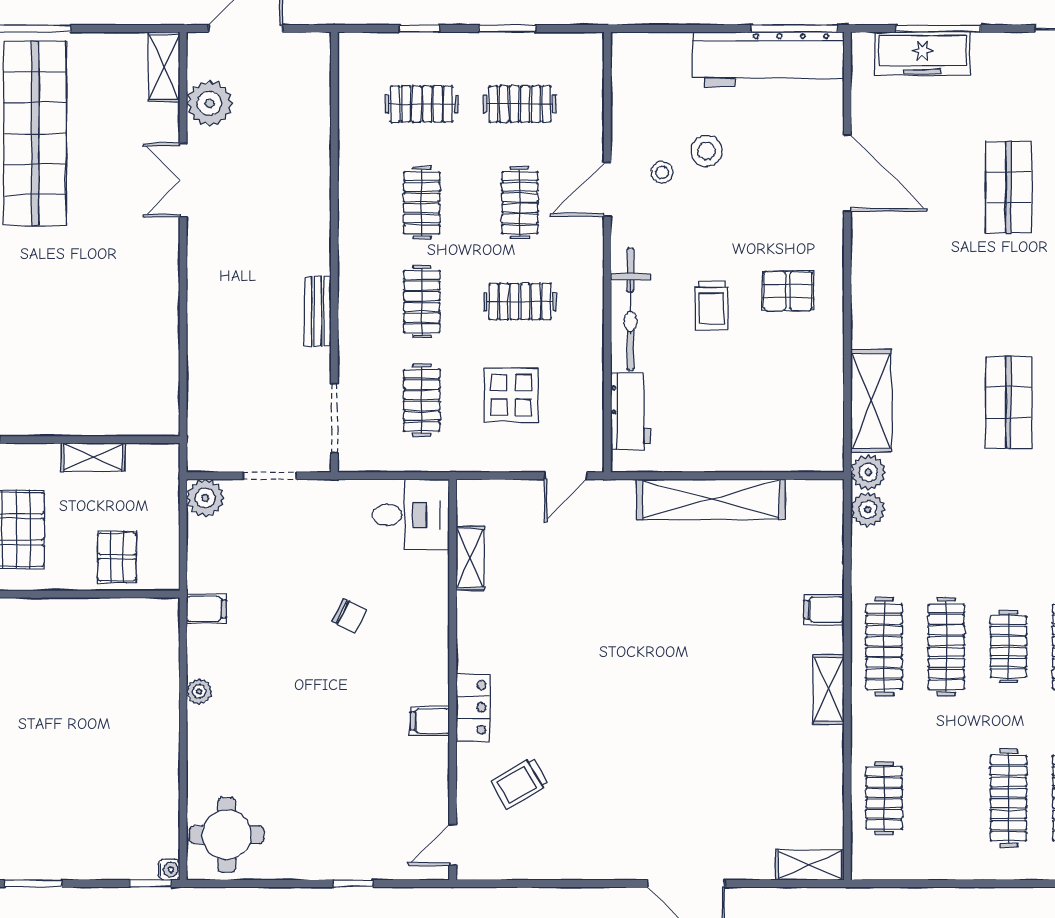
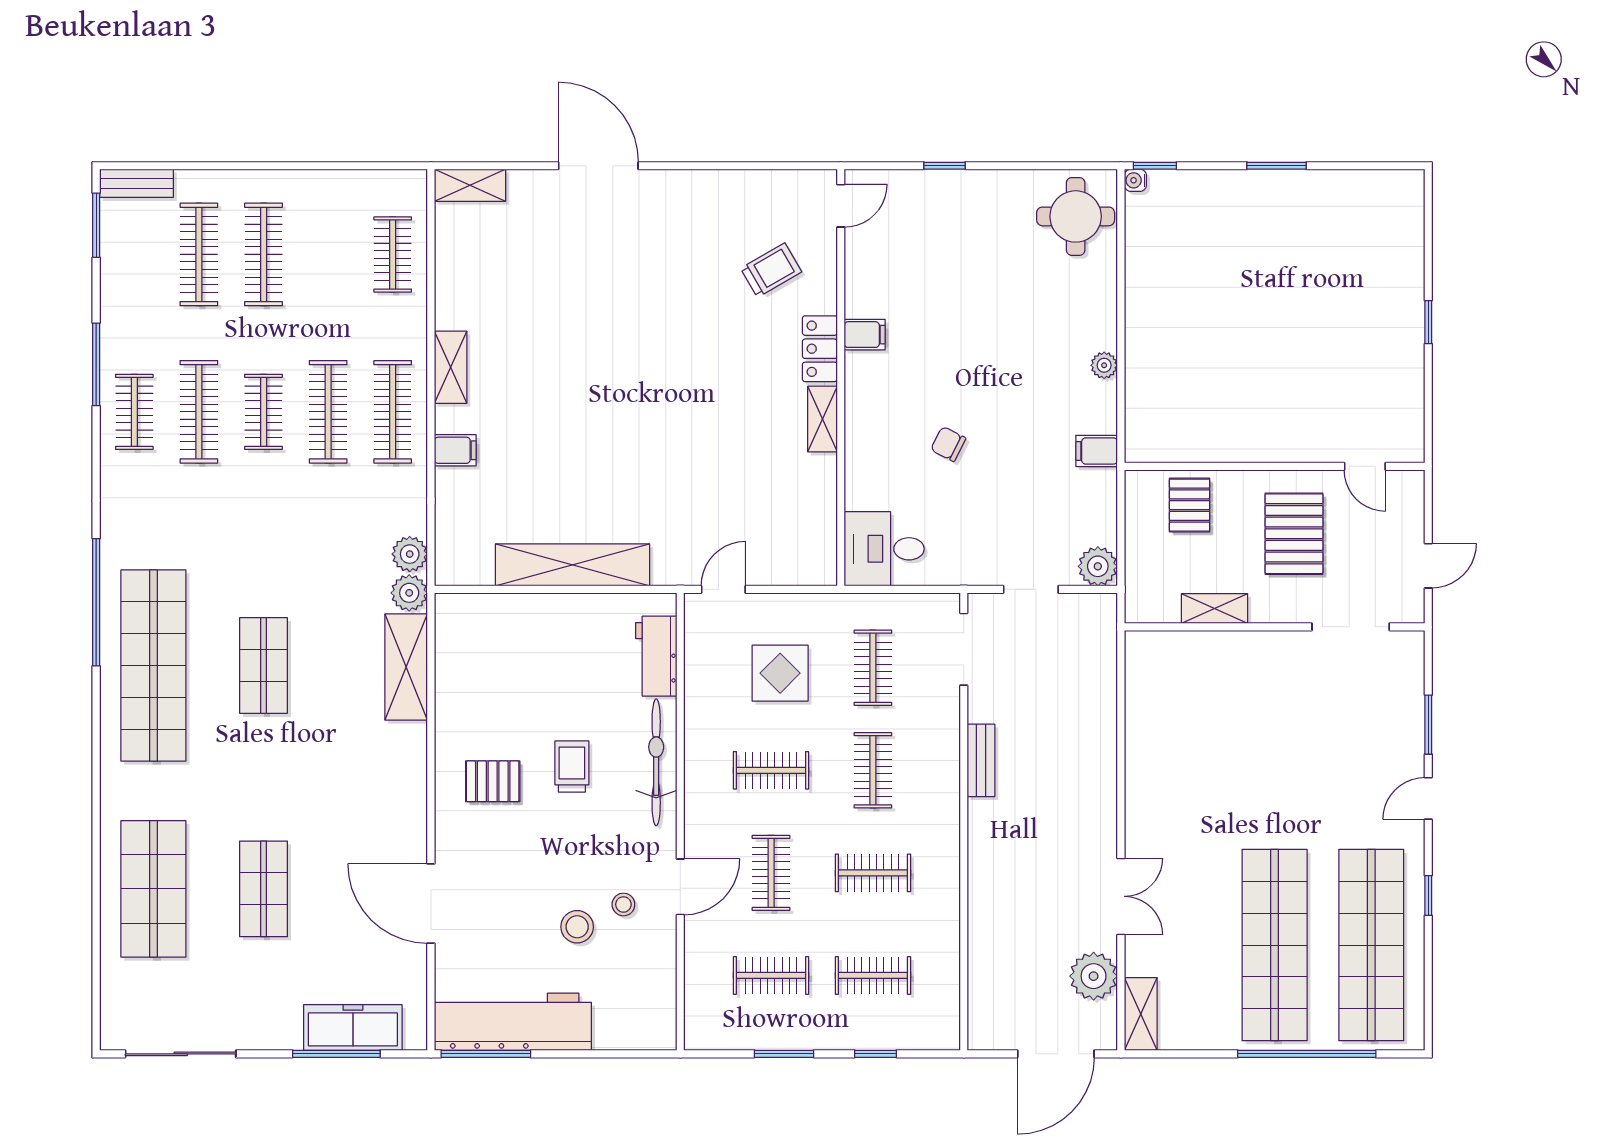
clothes rail: (422, 203) -> (873, 873), turned 90
shelving: (470, 558) -> (823, 419), moved

